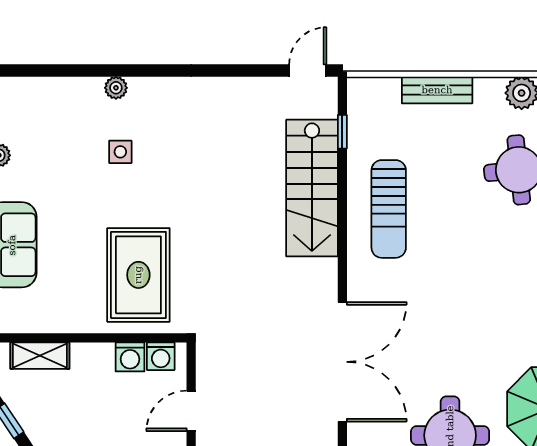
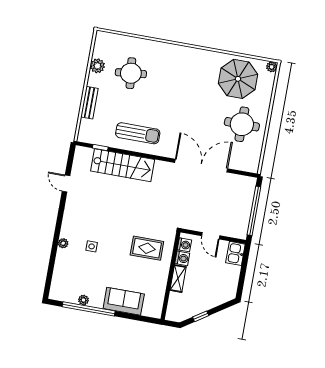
door: (308, 70) -> (66, 183), moved
rug: (138, 275) -> (147, 248), width x0.73, depth x0.70
shelving: (40, 356) -> (178, 279), moved

